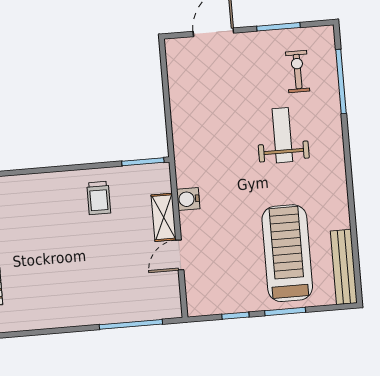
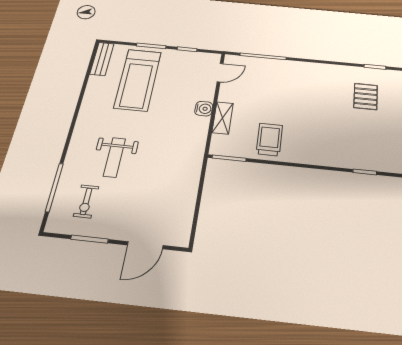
trolley: (99, 198) -> (269, 139), width x1.36, depth x1.39
water cooler: (188, 199) -> (204, 109), moved
door: (180, 255) -> (220, 73), moved
bench: (344, 267) -> (102, 59), width x0.73

